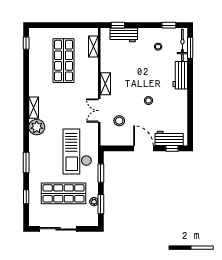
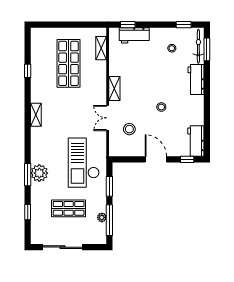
window: (26, 43) -> (28, 71), moved
plant: (37, 127) -> (39, 173), moved
workbench: (169, 138) -> (196, 141), moved, turned -90
shop shelf: (64, 193) -> (69, 208), width x0.70, depth x0.74
window: (101, 204) -> (109, 220), width x1.44

